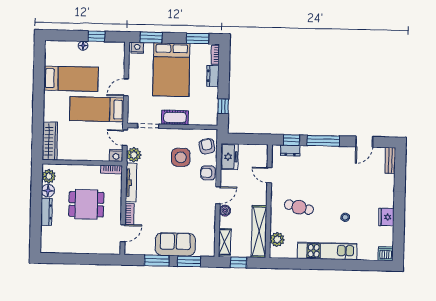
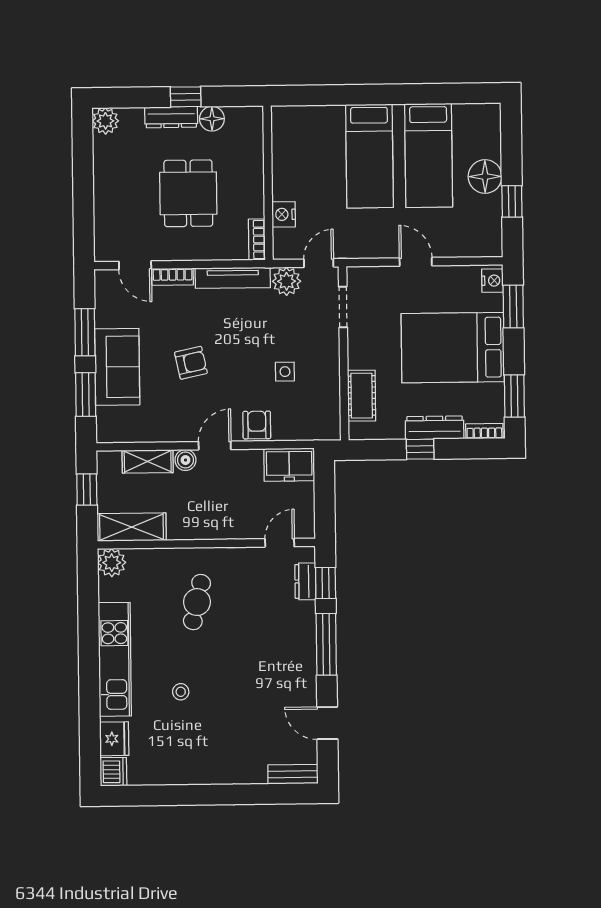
floor lamp: (83, 46) -> (485, 177), width x1.89, depth x1.89
dresser: (213, 76) -> (435, 428), width x1.44
window: (223, 106) -> (420, 449), moved
bed: (97, 109) -> (369, 156), moved, turned 180
cot: (175, 117) -> (362, 396), moved
wardrobe: (50, 141) -> (307, 119), removed
armchair: (207, 146) -> (191, 363), moved
nightstand: (116, 155) -> (284, 214), moved
side table: (181, 157) -> (285, 372), width x0.54, depth x0.54
door: (269, 175) -> (280, 543), moved
plant: (49, 176) -> (105, 121), moved
door: (218, 195) -> (215, 446), swing flipped
window: (36, 204) -> (186, 97), added
fridge: (386, 217) -> (114, 739), moved, turned 90
shelving: (259, 231) -> (132, 527), width x0.68
plant: (277, 239) -> (112, 563), moved
shelving: (225, 242) -> (148, 461), moved

